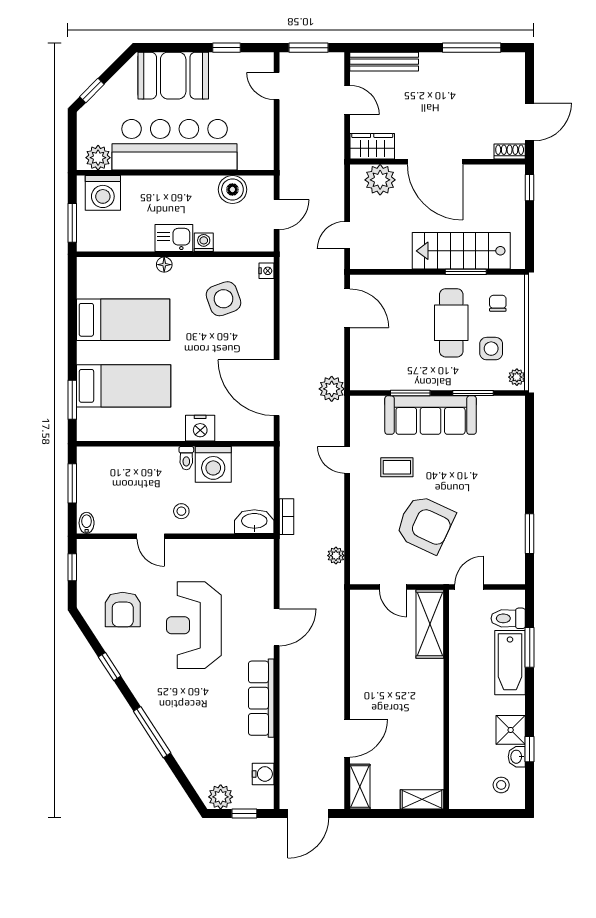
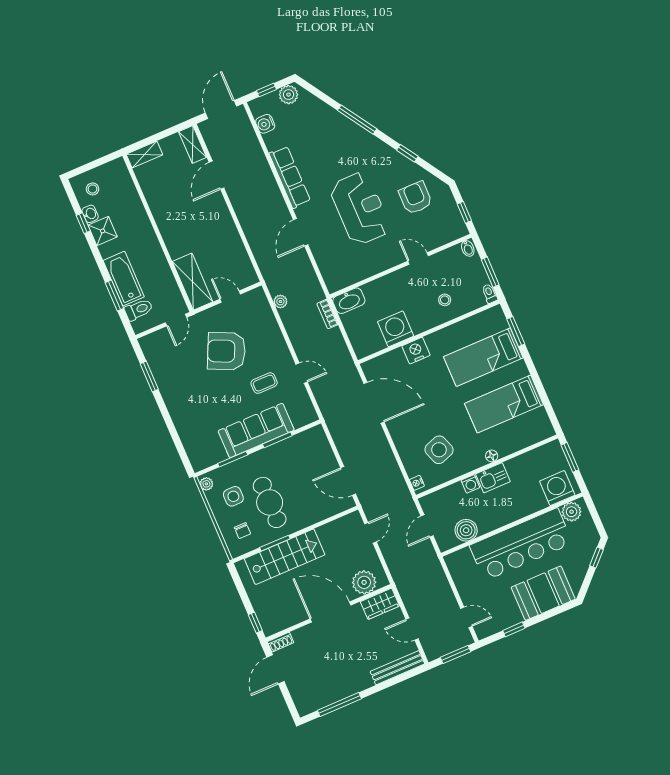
plant: (332, 389) -> (334, 419), removed
toilet: (186, 458) -> (490, 294), moved
stool: (181, 511) -> (445, 300), moved

